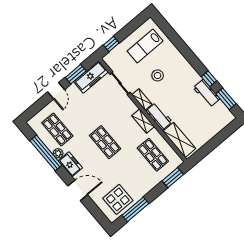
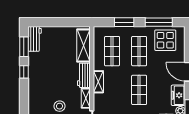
workbench: (207, 93) -> (35, 39), moved
shop shelf: (131, 173) -> (139, 51), added
window: (173, 178) -> (124, 22), moved

